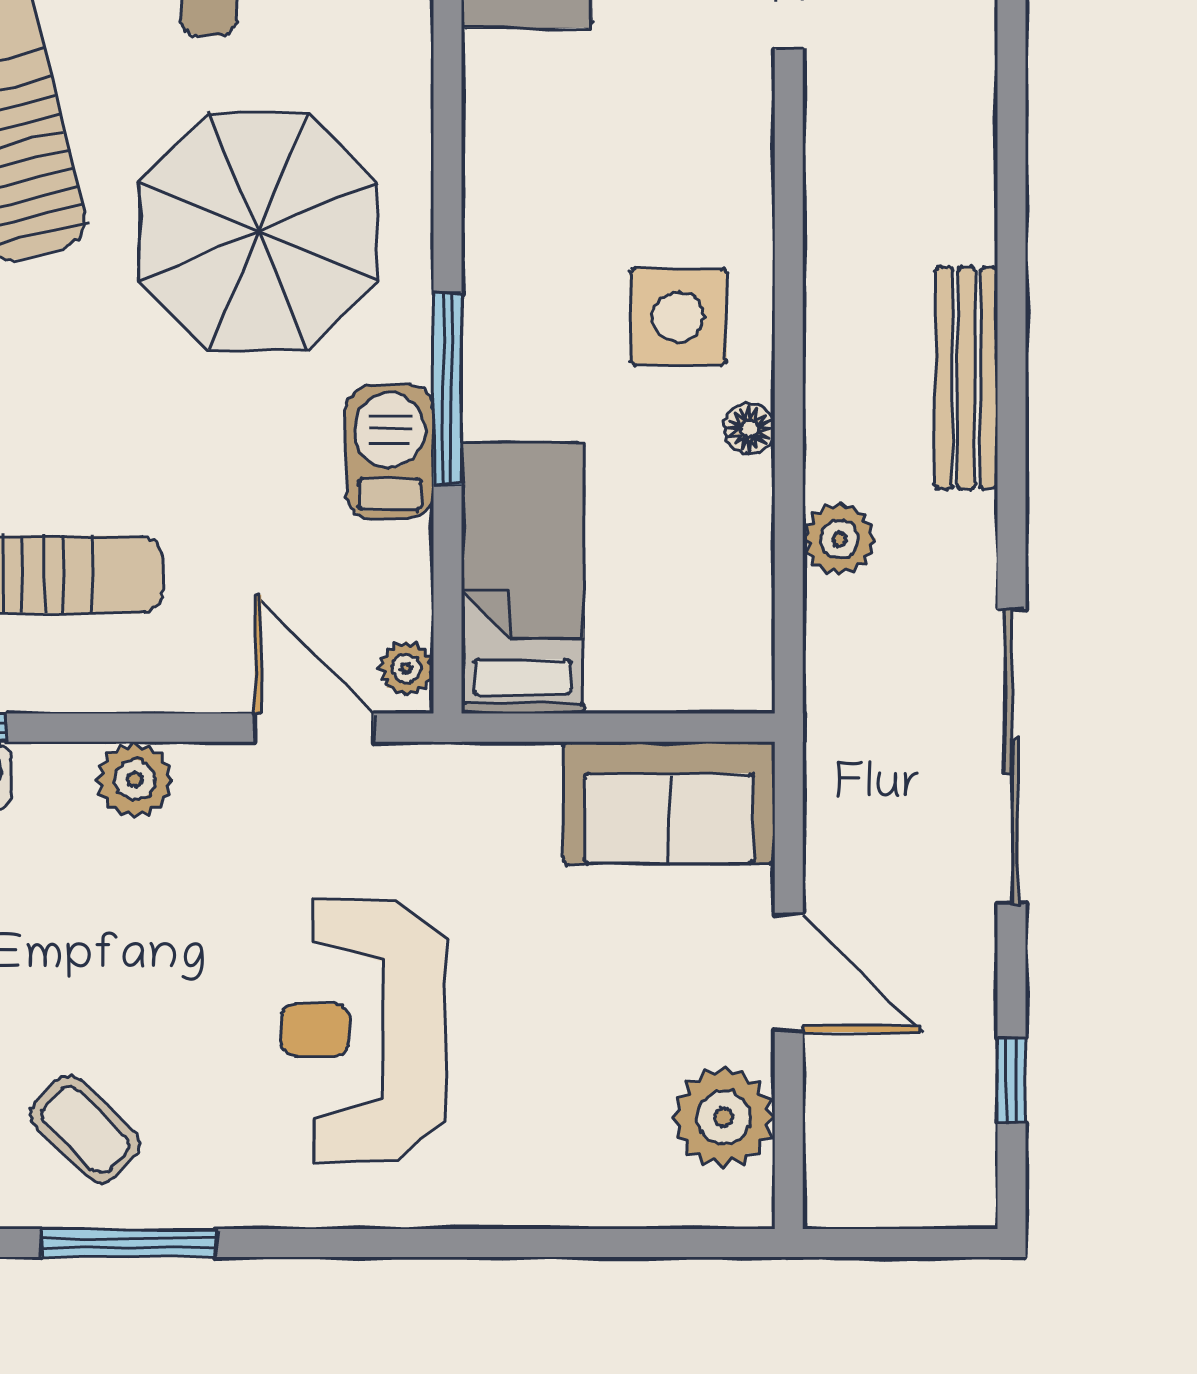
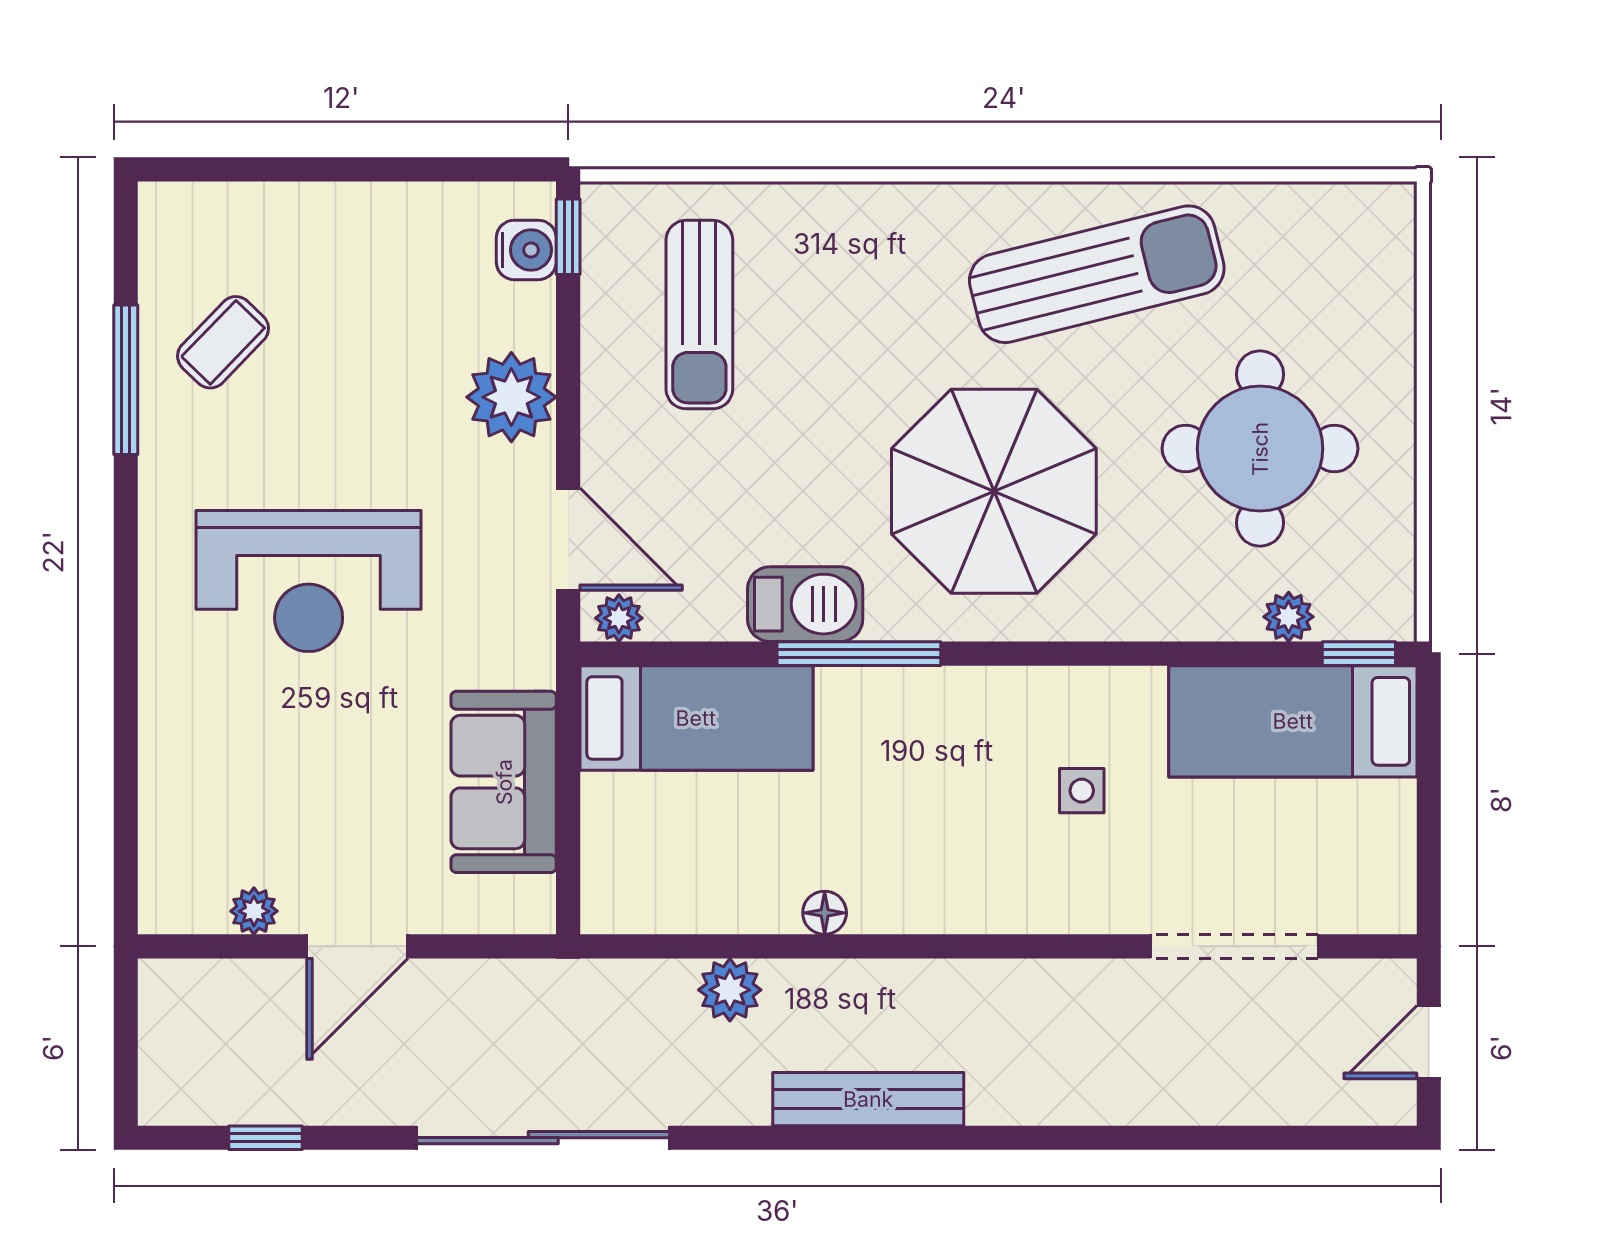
side table: (678, 317) -> (1082, 791), moved, width x0.54, depth x0.54
door: (314, 728) -> (568, 539), hinge flipped
plant: (135, 780) -> (511, 397), width x1.36, depth x1.36
sofa: (669, 803) -> (504, 782), moved
reception desk: (363, 1030) -> (309, 581), turned 180
plant: (724, 1117) -> (254, 911), width x0.53, depth x0.53

